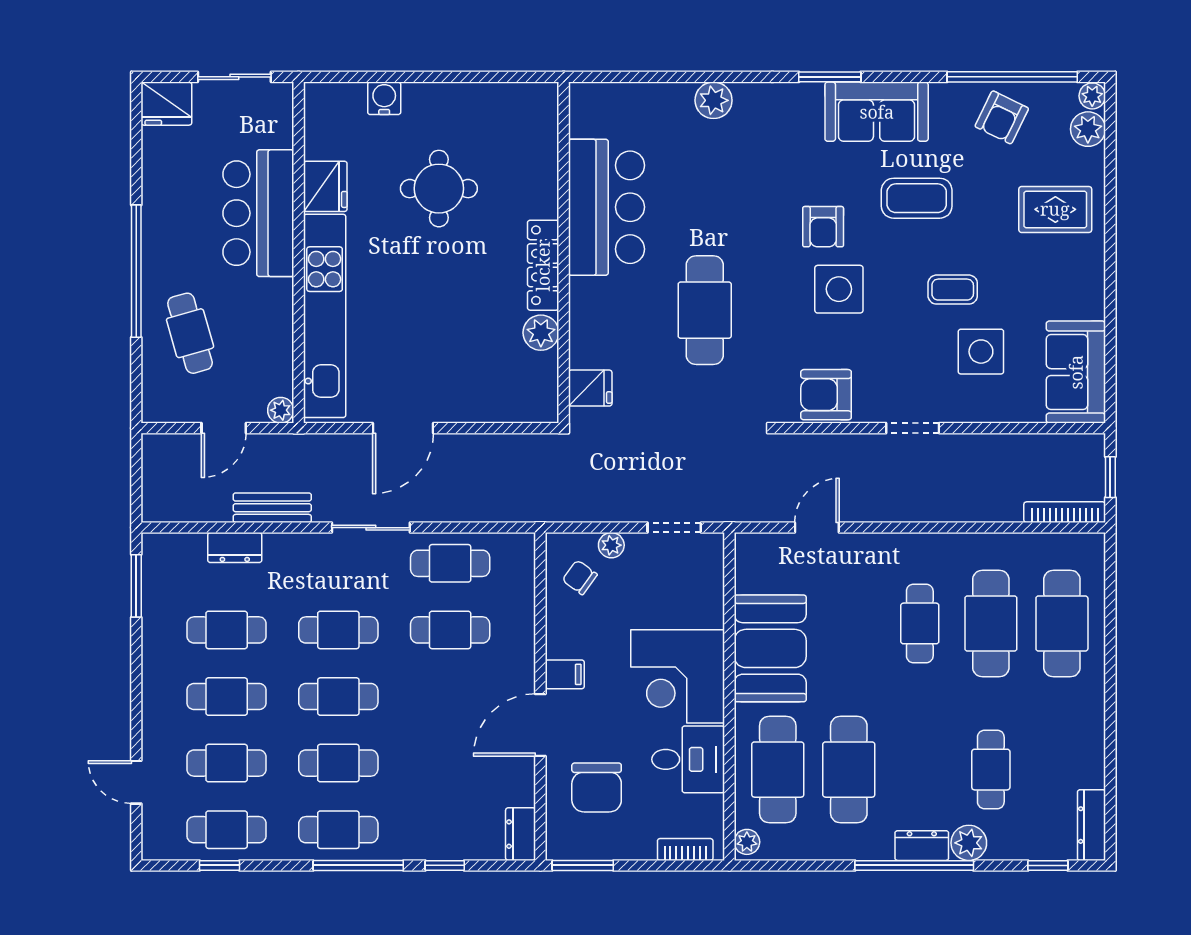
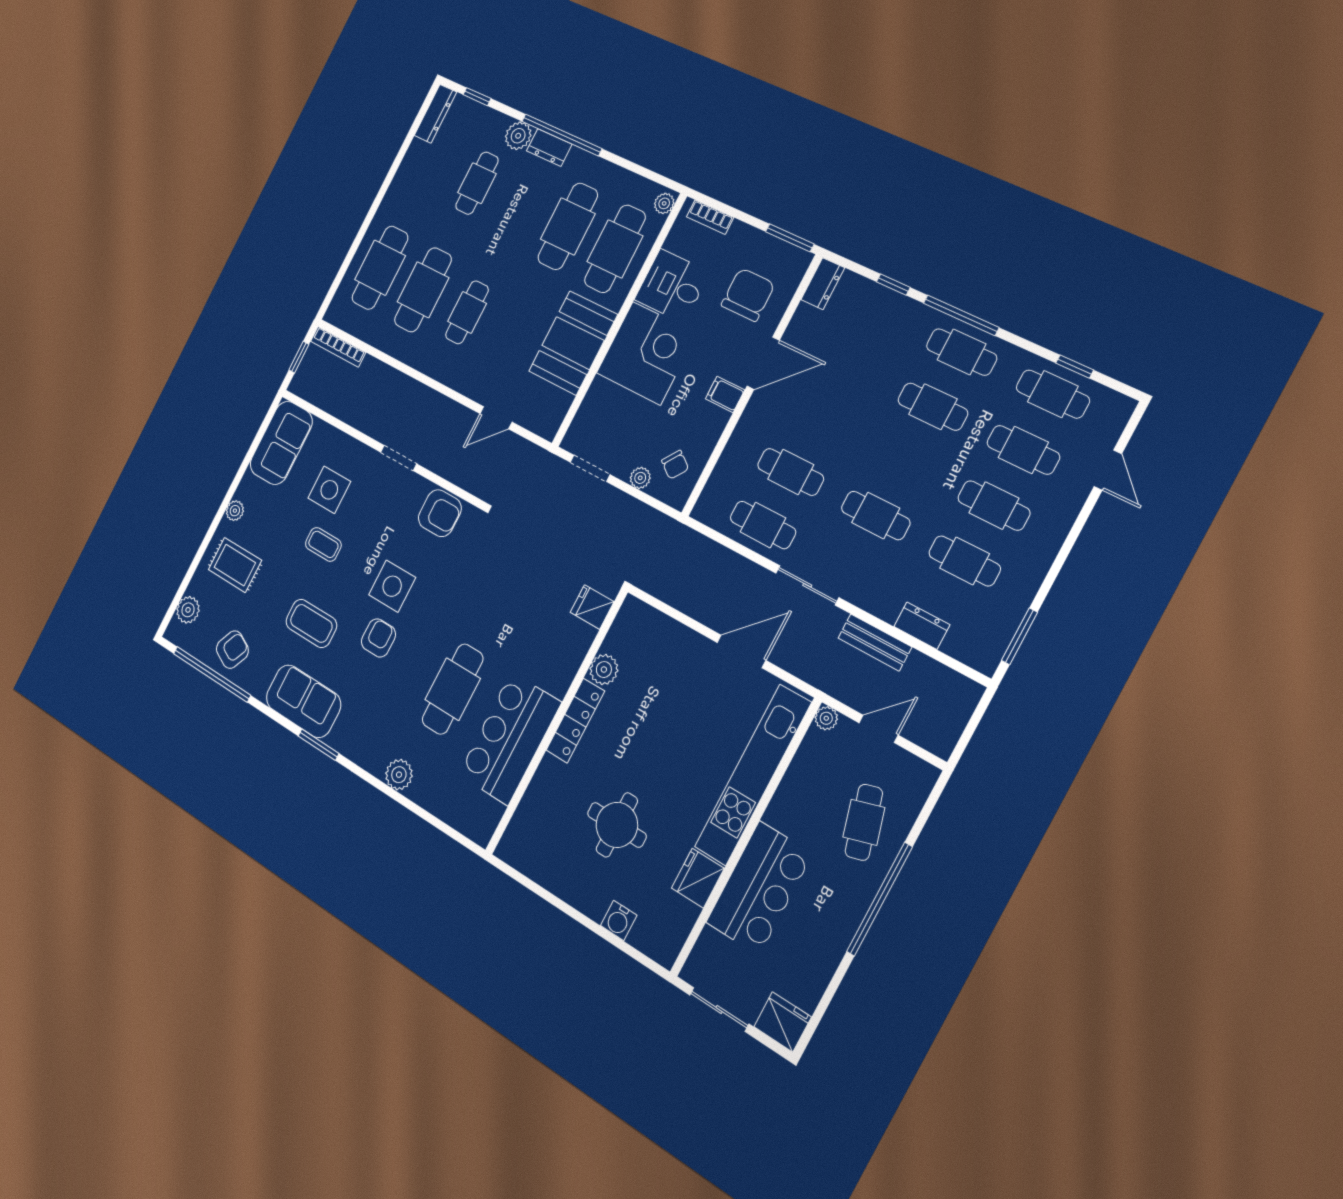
plant: (1092, 96) -> (235, 511), moved
cafe table: (705, 310) -> (453, 689), moved
cafe table: (338, 697) -> (904, 461), removed

